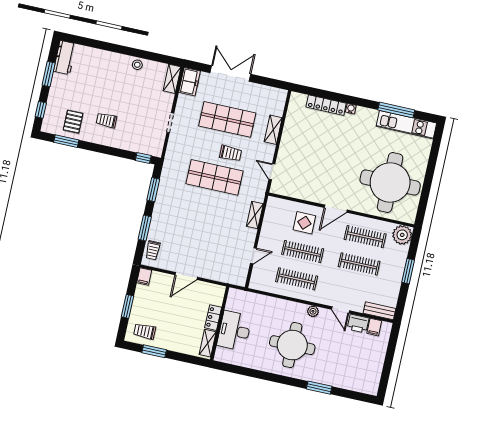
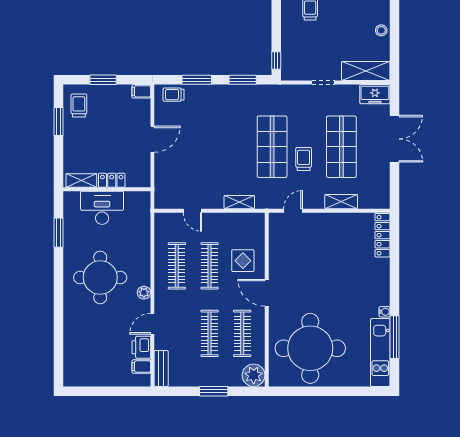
shelving: (172, 79) -> (366, 71), width x1.50, depth x1.33
locker: (326, 105) -> (382, 235), moved
water cooler: (351, 109) -> (385, 312), moved
trolley: (231, 153) -> (304, 159), turned 180
door: (186, 276) -> (152, 139), swing flipped
window: (319, 388) -> (58, 233), moved

